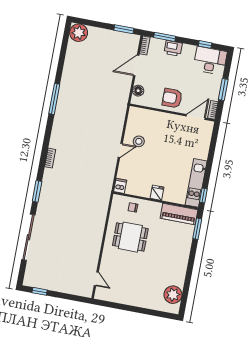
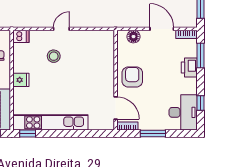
stool: (139, 141) -> (54, 56), moved
door: (120, 150) -> (61, 29), swing flipped
kitchen unit: (196, 183) -> (50, 122), width x1.36

